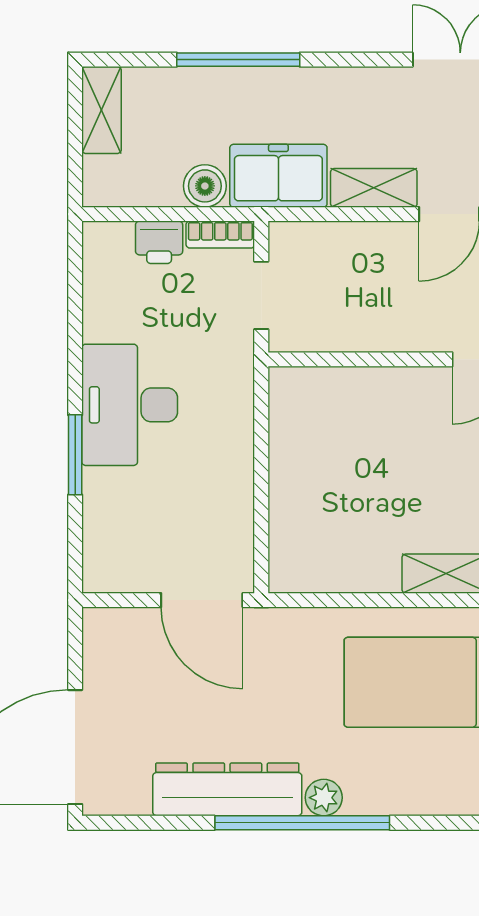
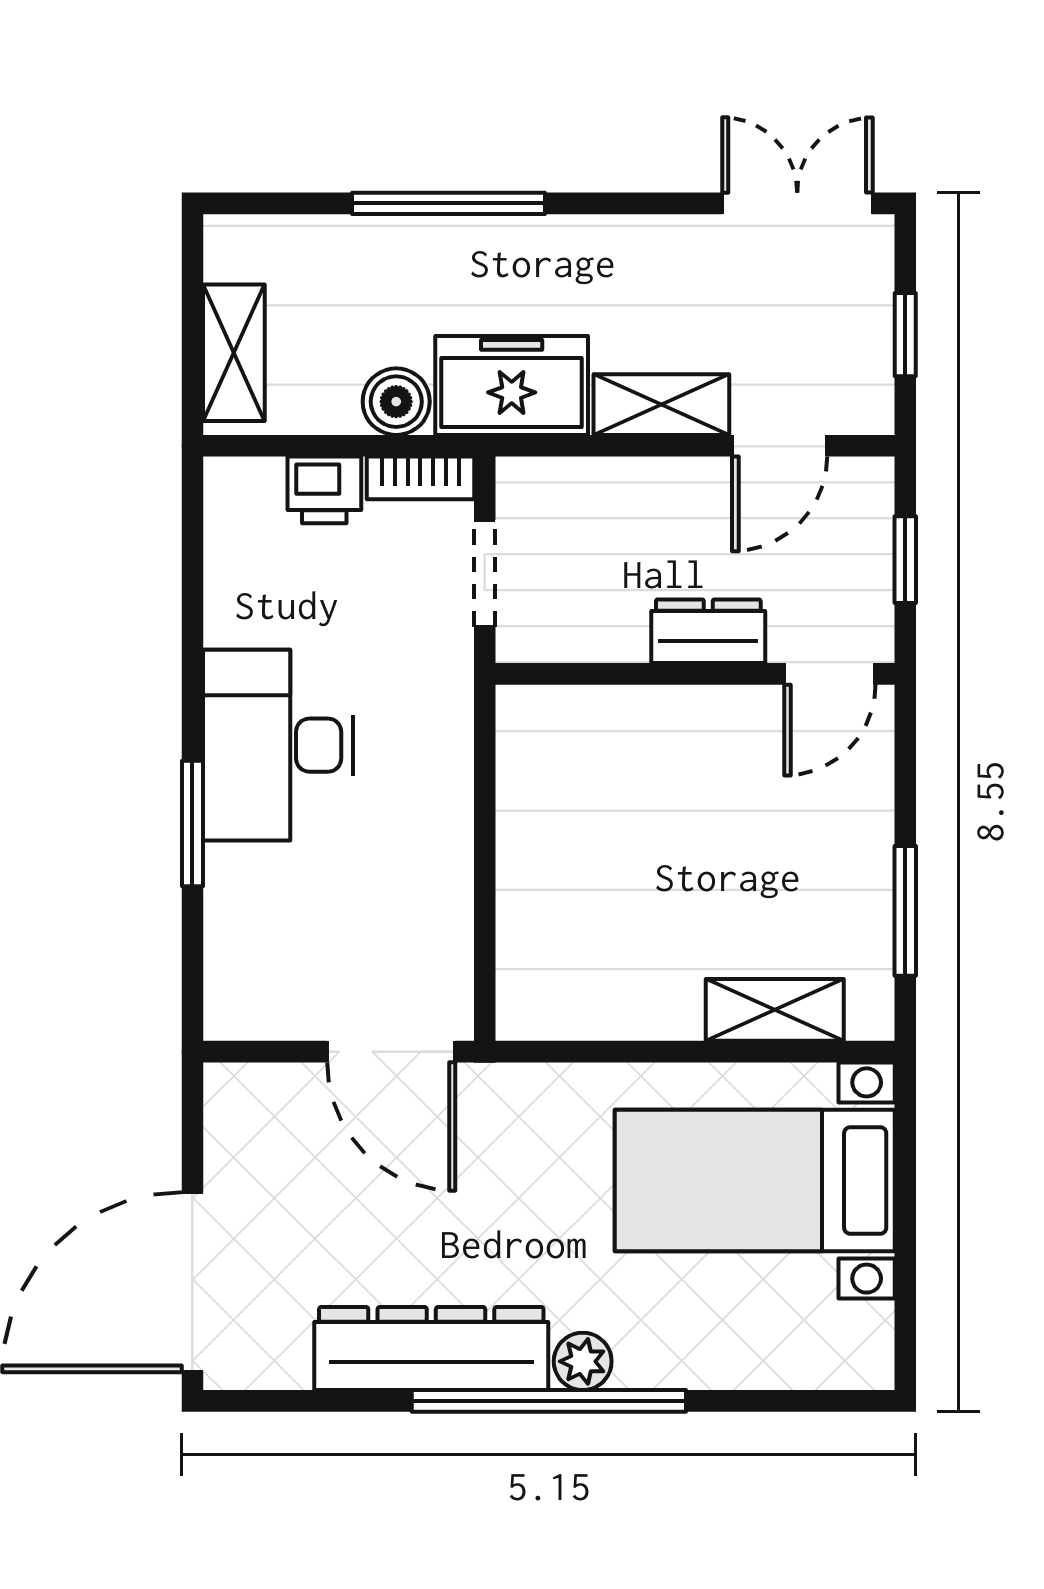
shelving: (101, 110) -> (234, 353), moved
dresser: (404, 332) -> (708, 631), added

